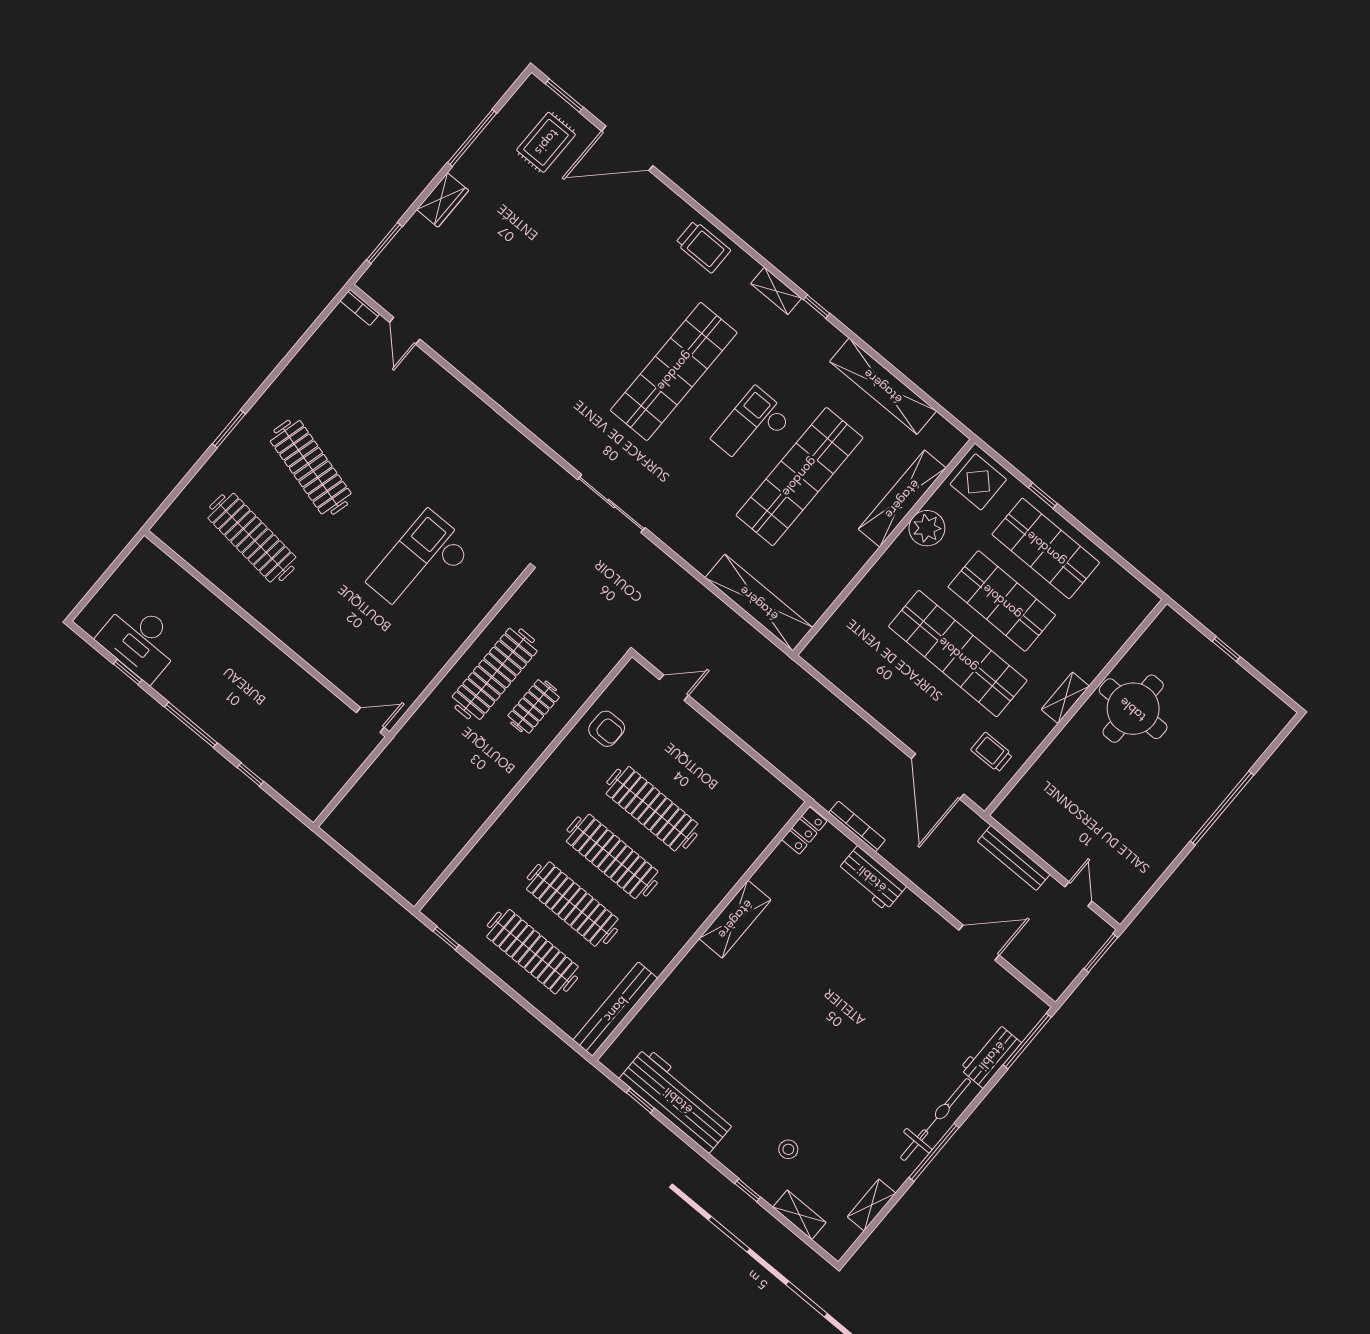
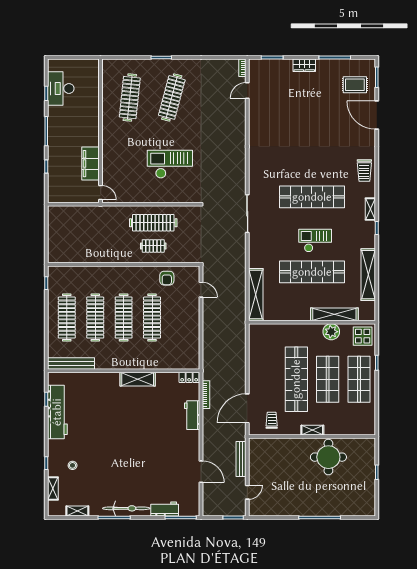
filing cabinet: (308, 696) -> (91, 164), added

